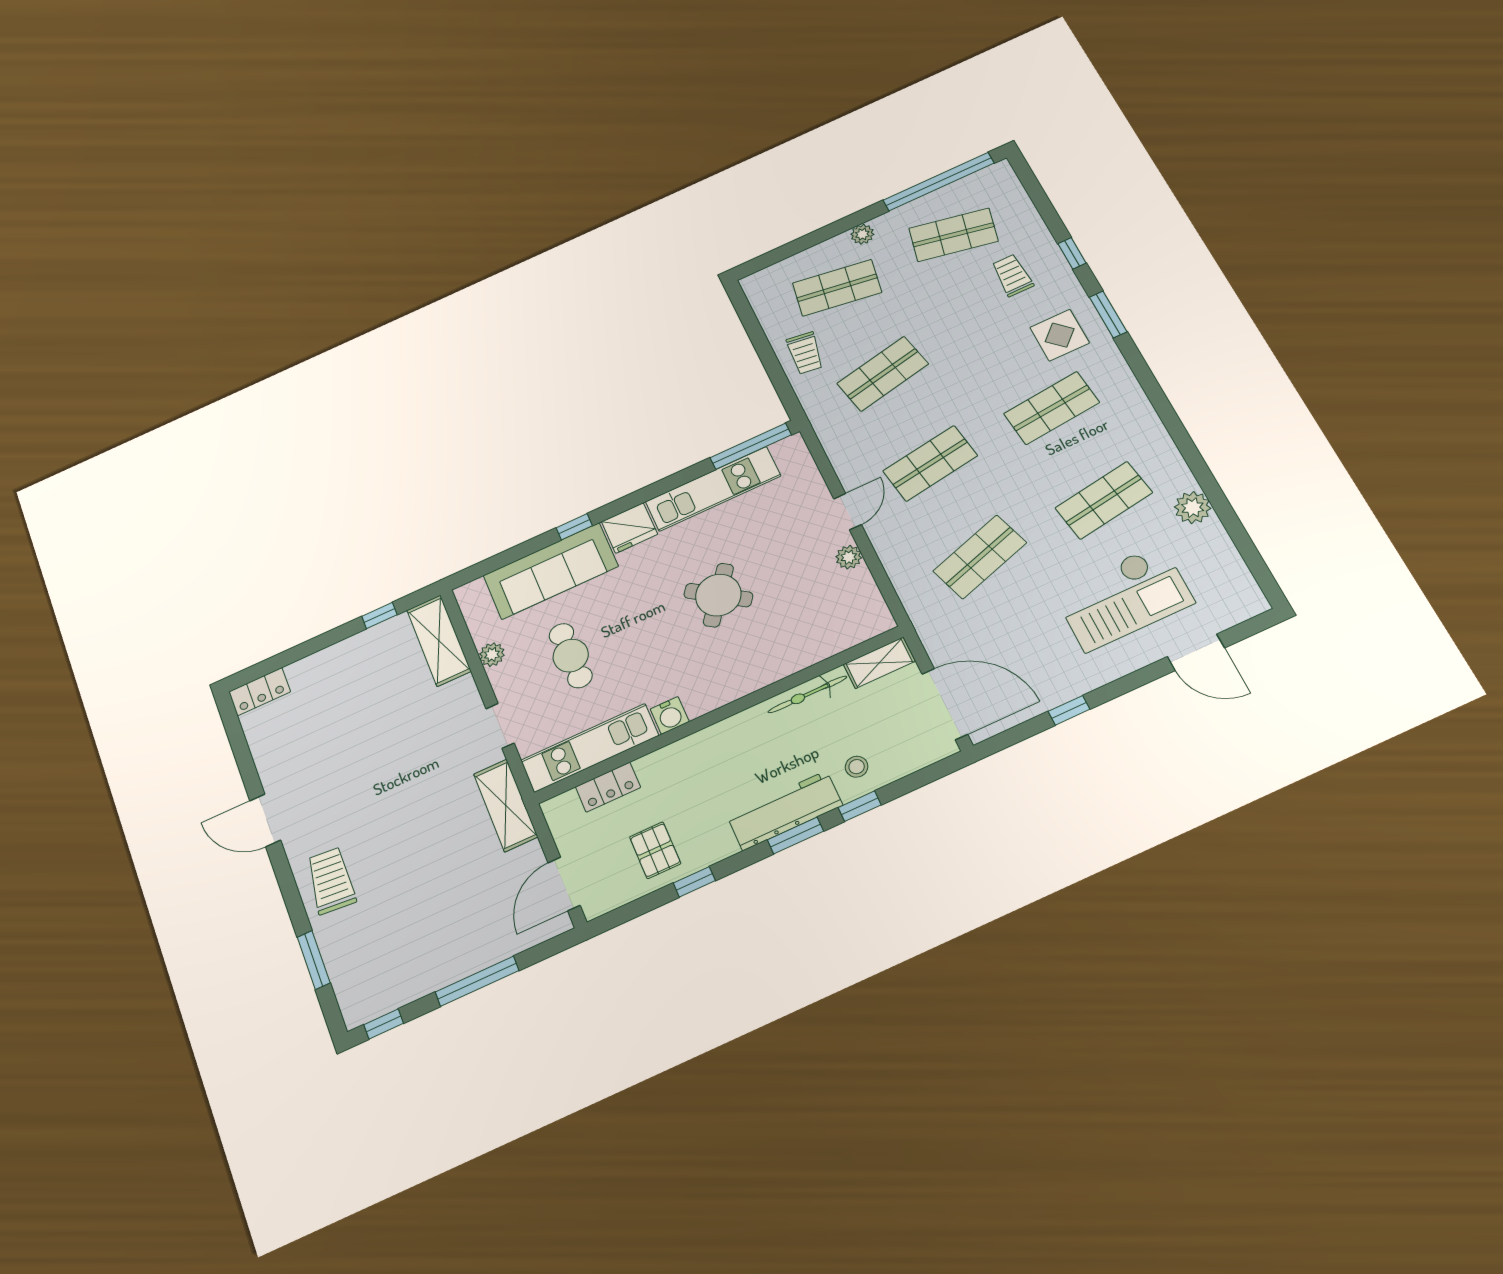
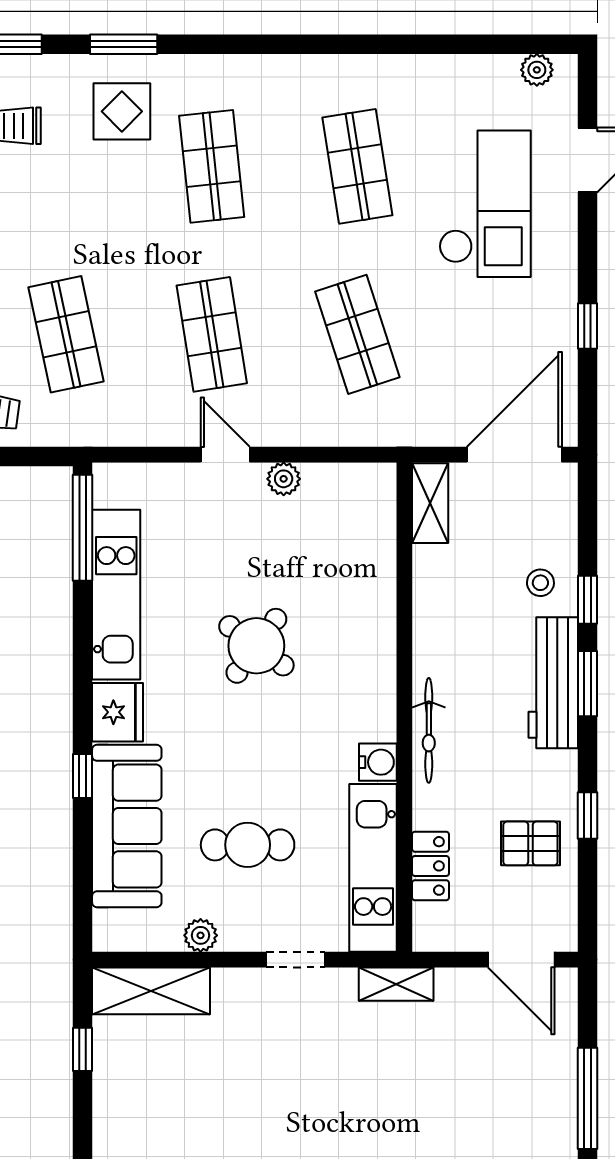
plant: (1193, 508) -> (537, 70), moved, width x0.73, depth x0.73
bicycle: (807, 694) -> (429, 730), moved
shelving: (506, 805) -> (396, 984), width x0.67, depth x0.75

